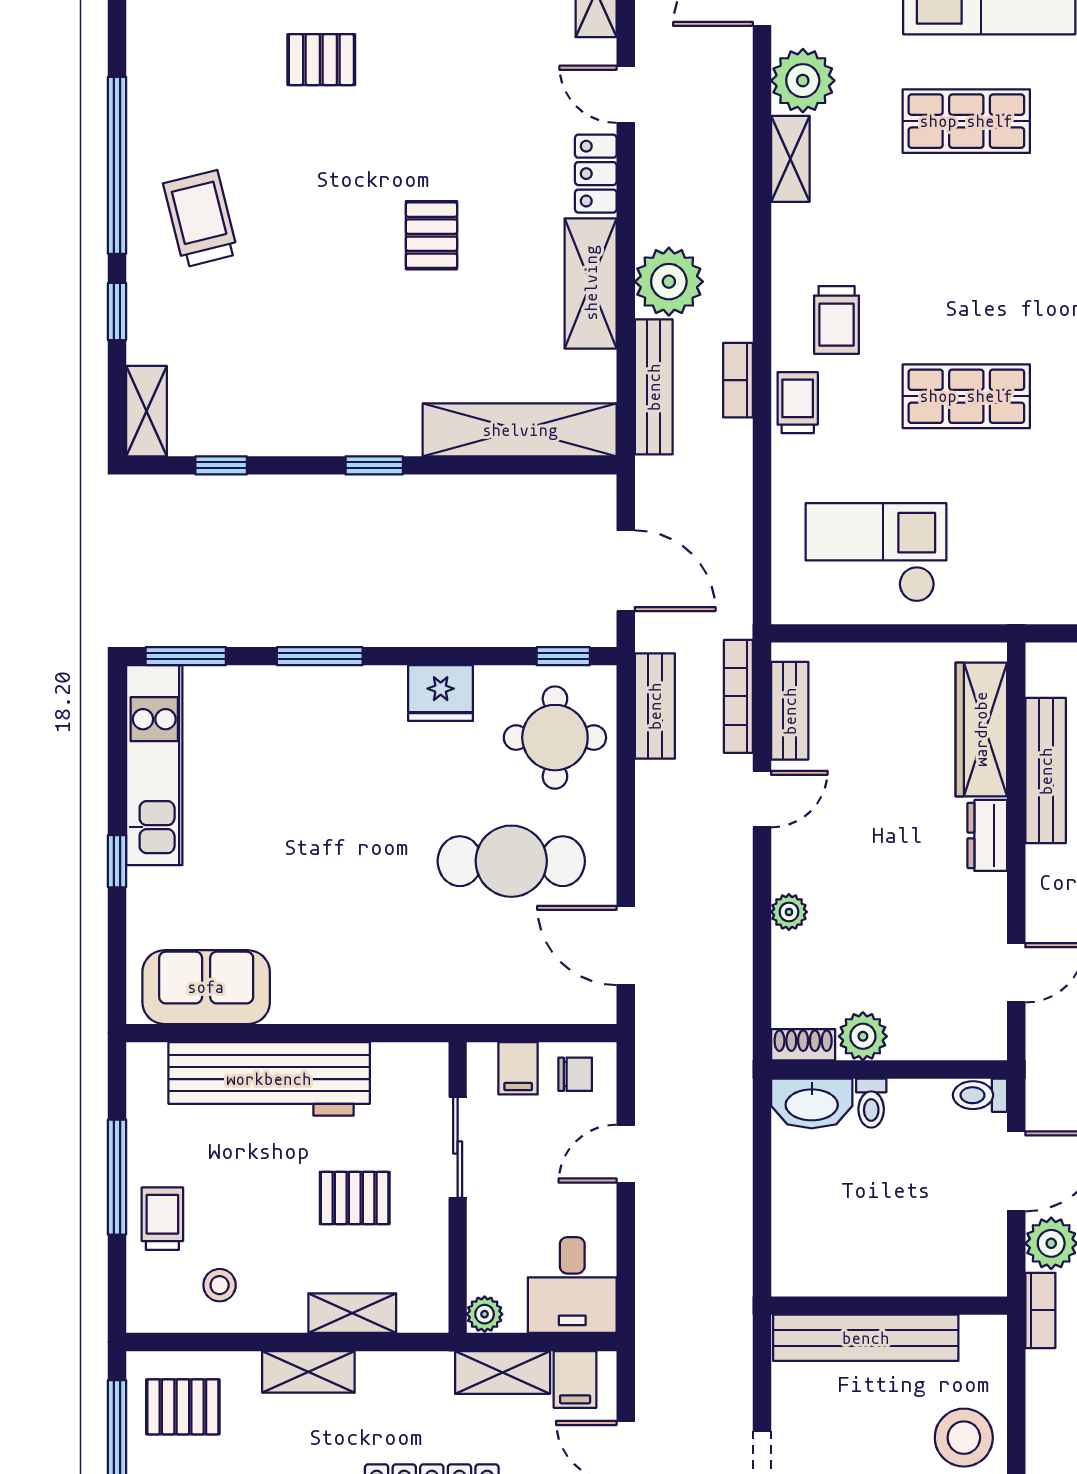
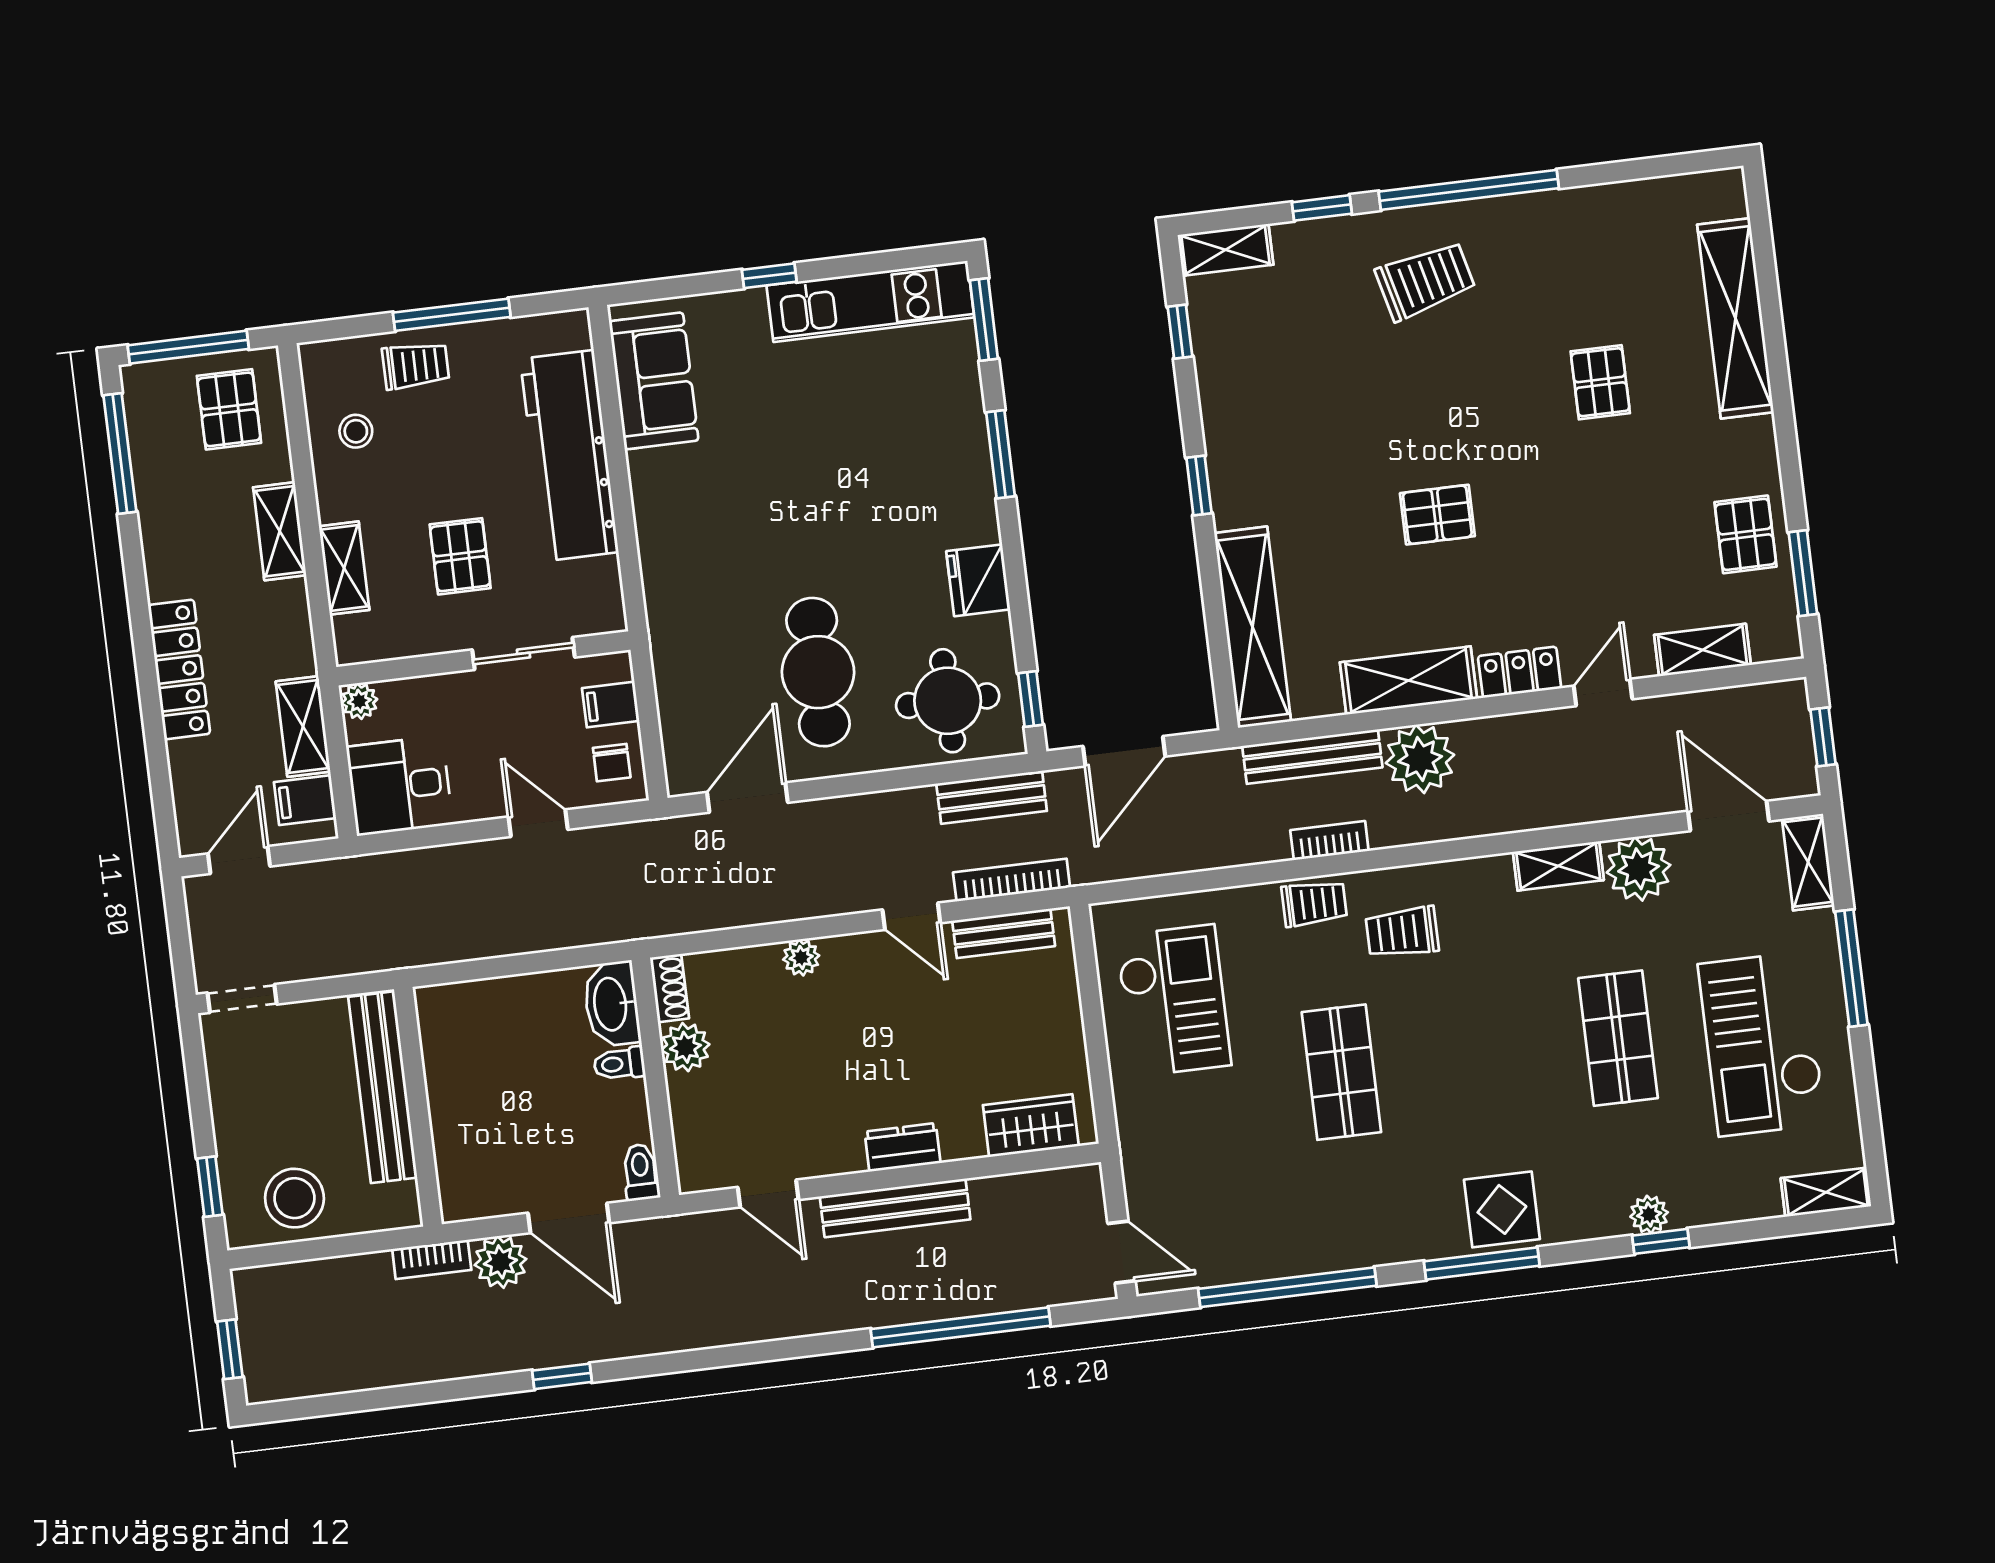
wardrobe: (981, 729) -> (1031, 1126), width x0.67
bench: (1046, 771) -> (895, 1208), moved

